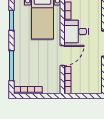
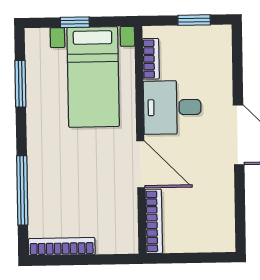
door: (62, 56) -> (141, 164), hinge flipped

